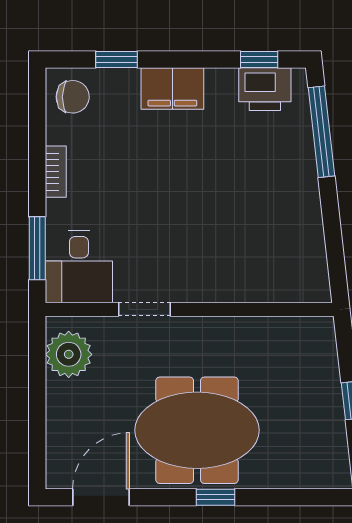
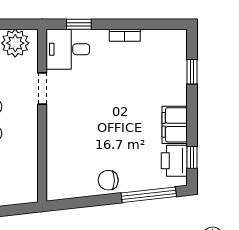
filing cabinet: (172, 88) -> (175, 125), moved
chair: (73, 97) -> (108, 180), moved, turned 89
window: (37, 248) -> (79, 24), width x0.67

